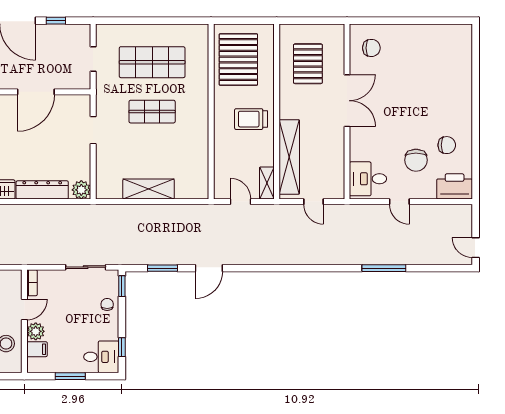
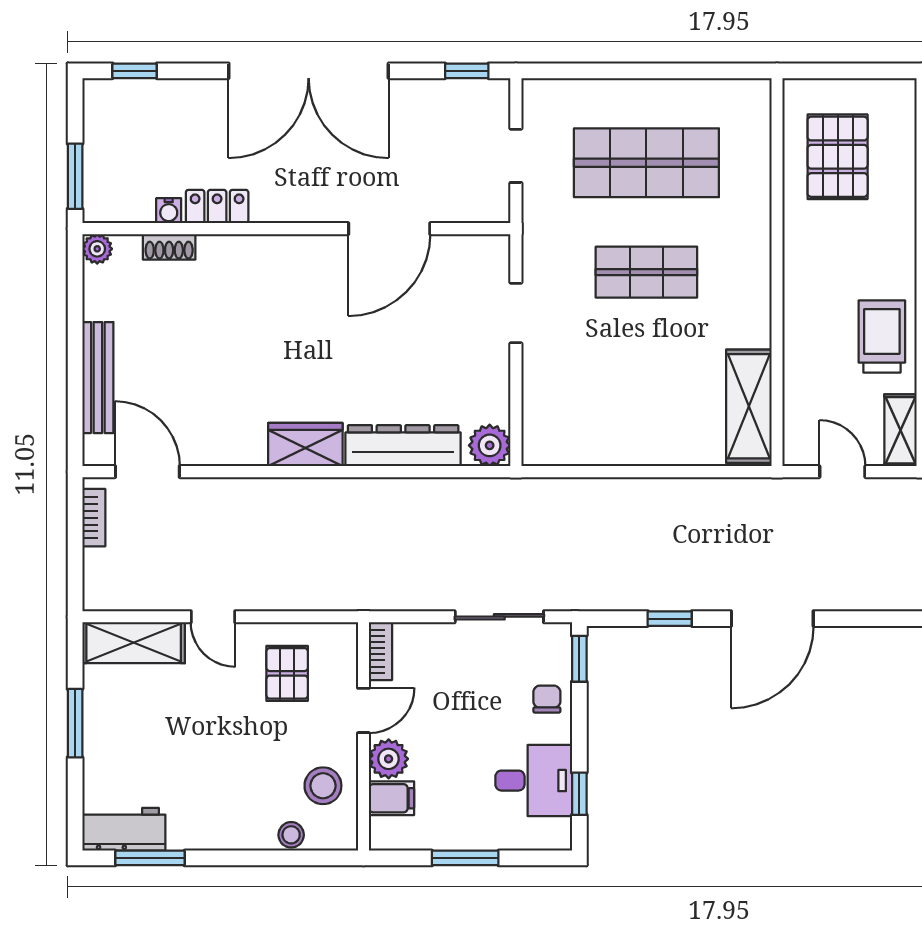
window: (56, 21) -> (467, 71), moved
pallet: (238, 60) -> (838, 157), width x0.73, depth x0.71
trolley: (251, 119) -> (882, 337), moved, turned 90
shelving: (149, 189) -> (749, 406), moved, turned 90
window: (163, 268) -> (670, 619), width x0.67
door: (209, 268) -> (772, 619), width x1.36
desk: (101, 357) -> (534, 781), moved

